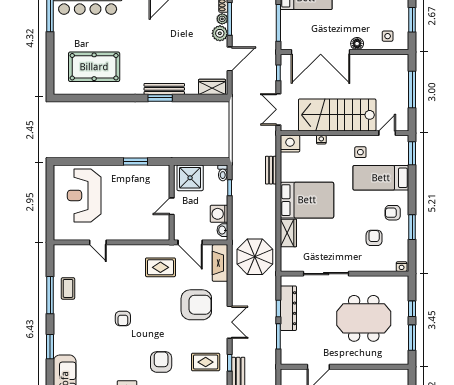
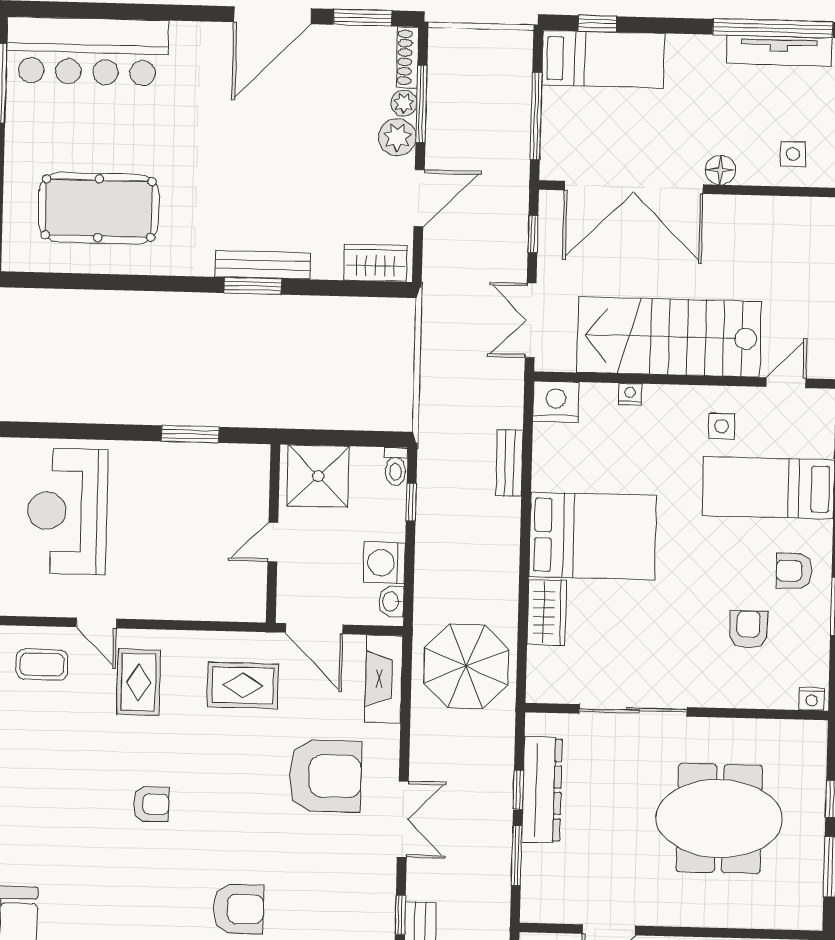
coffee table: (68, 288) -> (42, 665), moved, turned 90
armchair: (123, 319) -> (151, 804), turned -90
armchair: (161, 362) -> (238, 909), turned 90
rug: (206, 362) -> (139, 682), moved, turned 90

